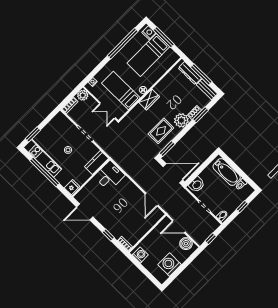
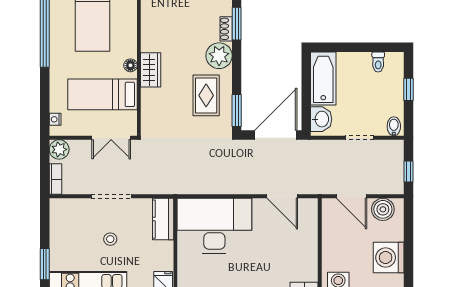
bathtub: (227, 172) -> (323, 79), moved, turned -90
desk: (109, 176) -> (214, 226), width x1.87, depth x1.30
door: (179, 226) -> (352, 196), hinge flipped

